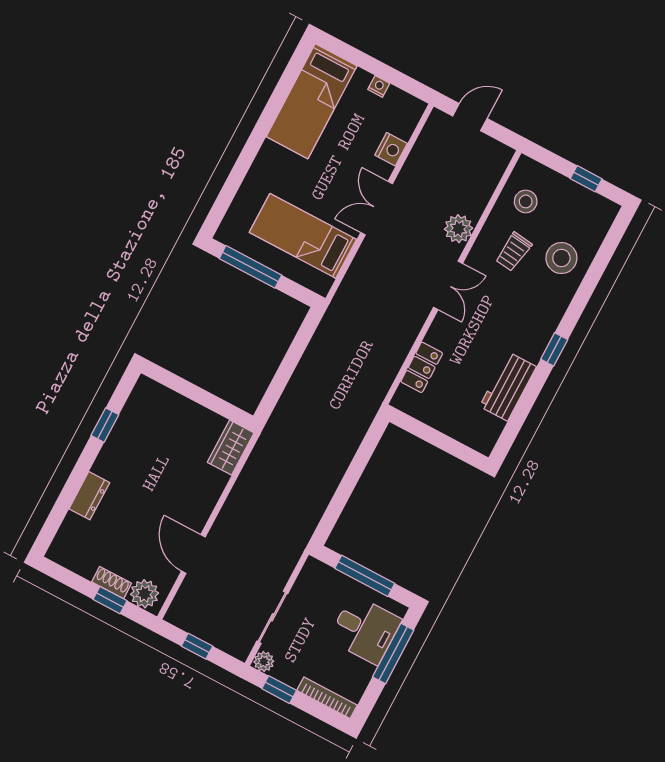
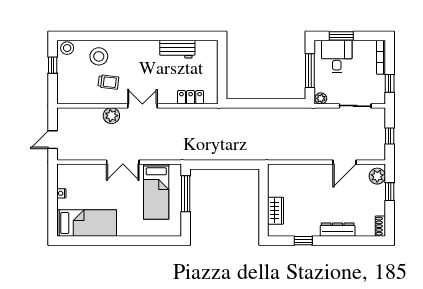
door: (470, 117) -> (53, 140), hinge flipped
nightstand: (391, 149) -> (89, 170), removed
stool: (526, 201) -> (67, 48), moved
window: (250, 267) -> (186, 194), moved
window: (554, 349) -> (146, 36), removed
wardrobe: (231, 448) -> (276, 211), moved, turned -90
dresser: (89, 496) -> (338, 230), width x1.44
shoe rack: (112, 583) -> (380, 226), moved
window: (393, 653) -> (341, 36), width x0.69
plant: (264, 662) -> (321, 98), moved

